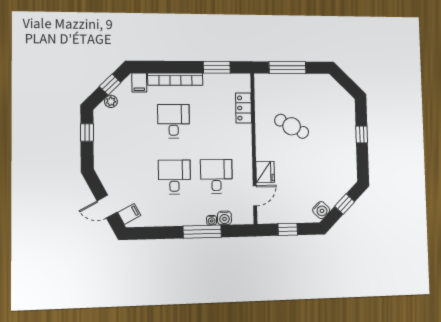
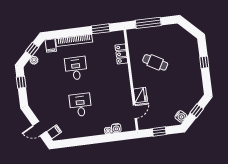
desk: (216, 176) -> (108, 101), removed
window: (202, 232) -> (103, 139), removed

